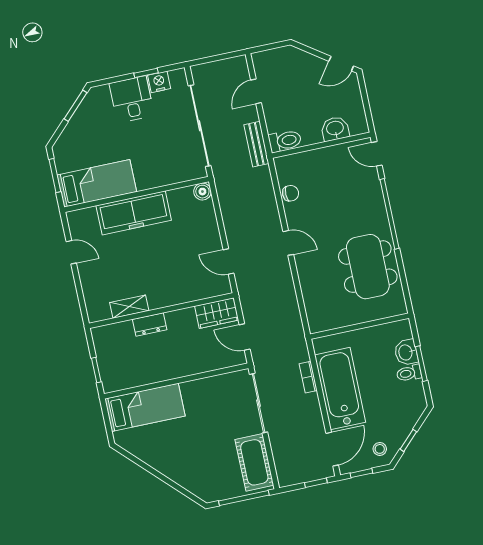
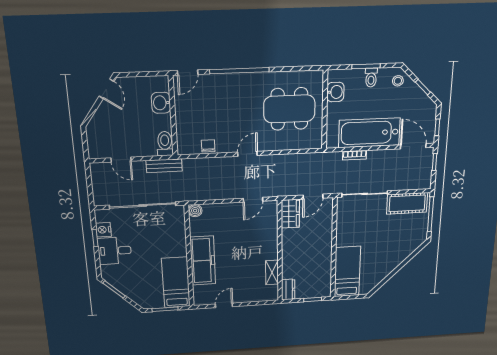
dining table: (368, 267) -> (289, 109), moved
dresser: (150, 324) -> (288, 290), moved
washbasin: (406, 352) -> (335, 92), moved, turned -90
stool: (380, 449) -> (398, 81), moved

